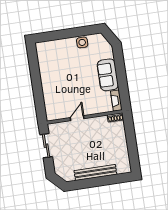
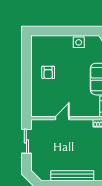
armchair: (57, 76) -> (48, 72), added

